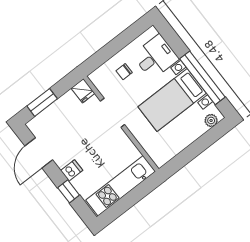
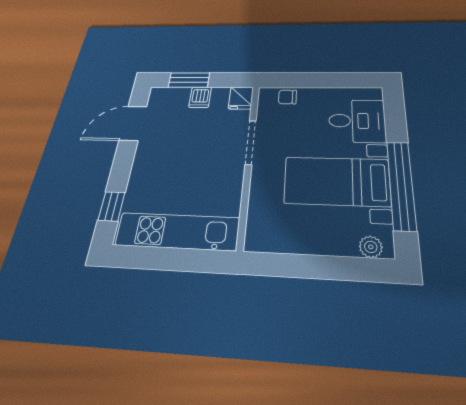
chair: (124, 72) -> (287, 97), moved
dishwasher: (72, 170) -> (200, 97), moved, turned 90
window: (69, 191) -> (112, 206), moved

